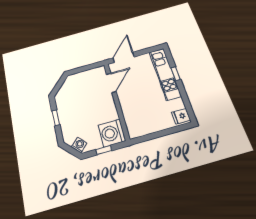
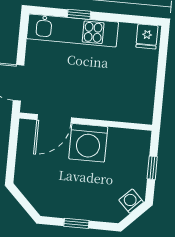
door: (111, 83) -> (54, 119), swing flipped
washing machine: (112, 133) -> (88, 143), moved

